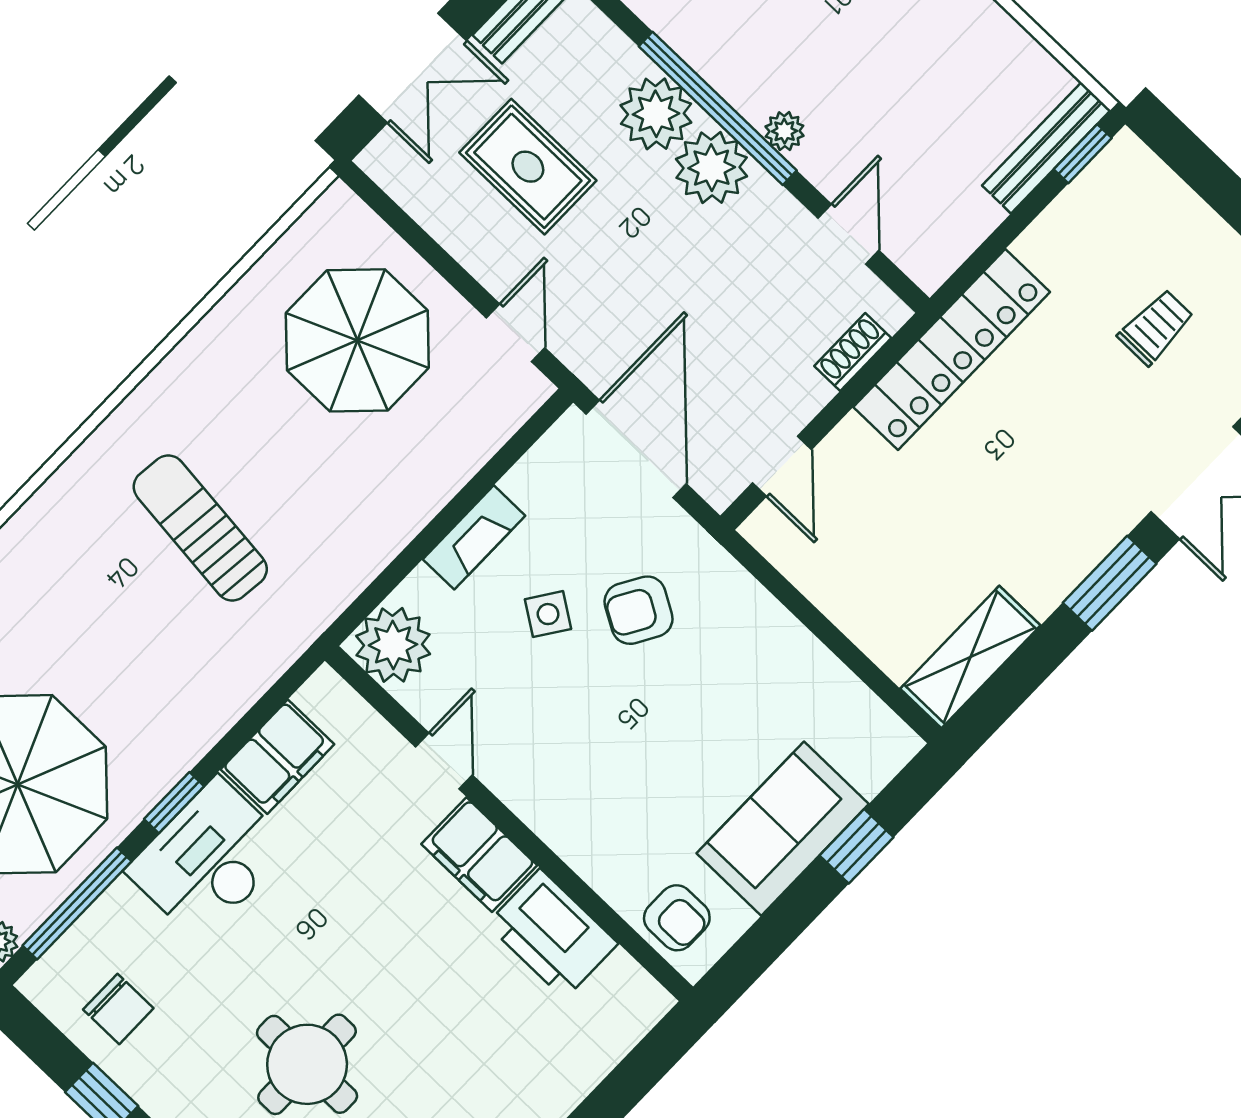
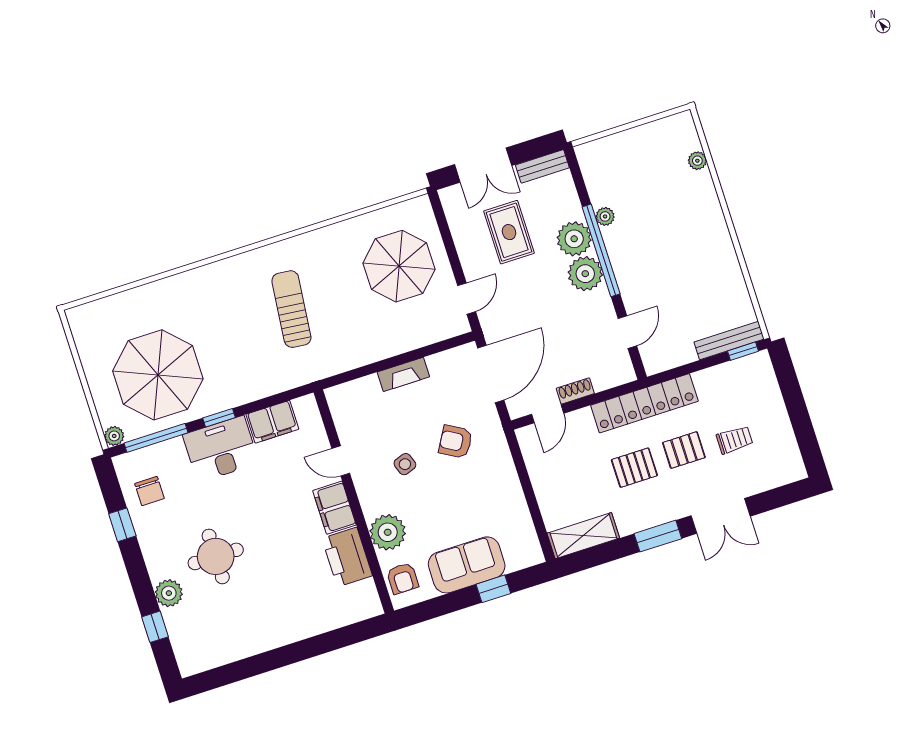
plant: (784, 131) -> (605, 216), moved
shoe rack: (853, 352) -> (575, 391), moved
pallet: (1072, 397) -> (684, 450), added
pallet: (997, 479) -> (634, 468), added
side table: (548, 614) -> (405, 464), moved, turned 36
plant: (393, 645) -> (388, 532), moved
door: (444, 761) -> (341, 461), swing flipped

